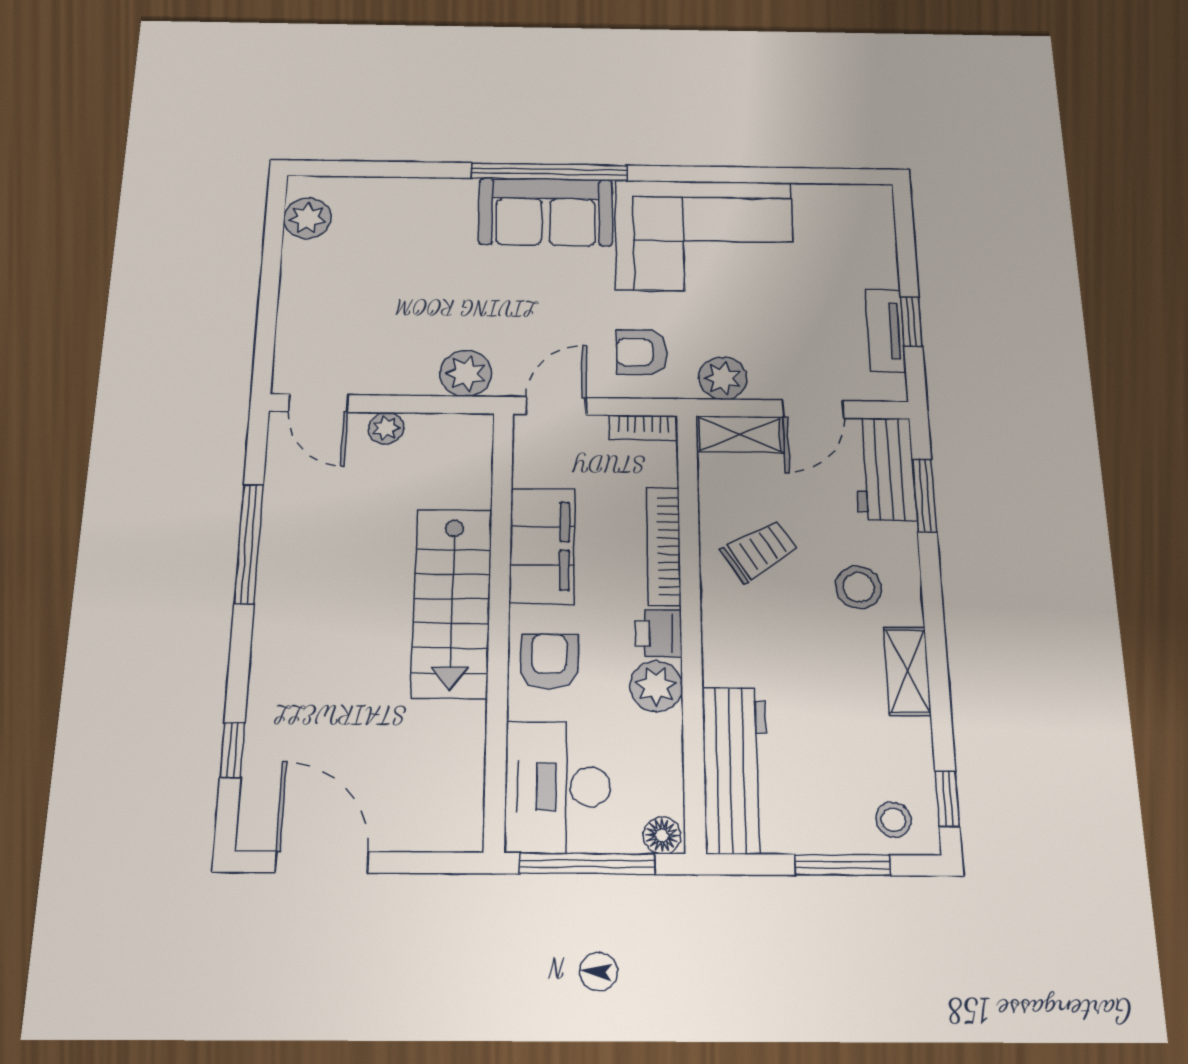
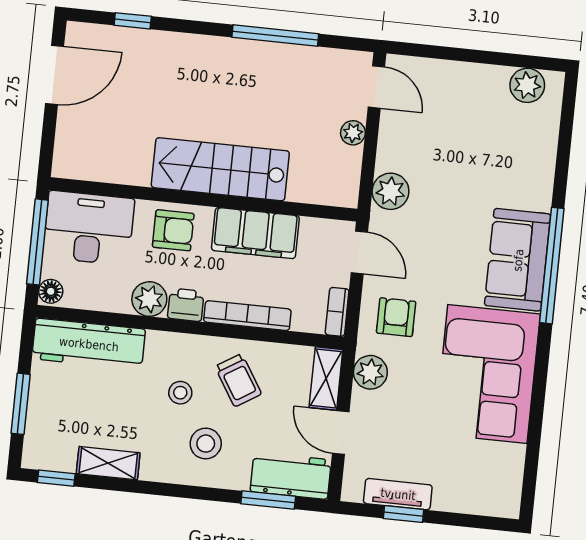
door: (319, 403) -> (376, 87), swing flipped
shelving: (908, 671) -> (108, 463), moved
stool: (893, 820) -> (180, 393), moved

